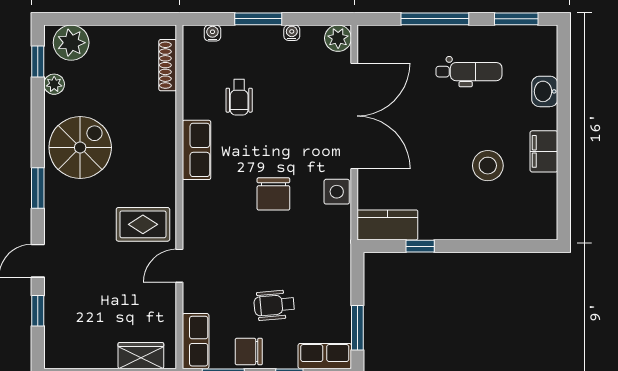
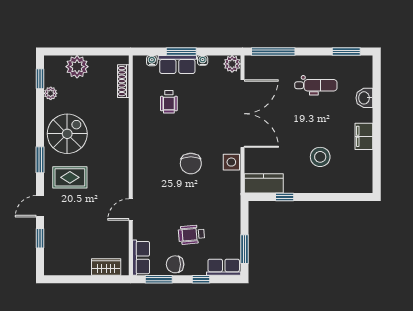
window: (435, 19) -> (273, 51), moved
plant: (71, 43) -> (77, 67), moved
row of seats: (196, 150) -> (177, 64), moved, turned 90
stool: (488, 166) -> (320, 157), moved
rug: (143, 224) -> (70, 177), moved

